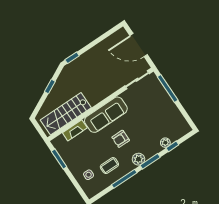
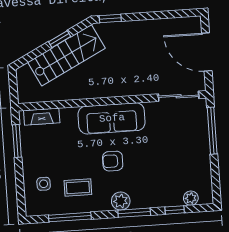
stairs: (66, 114) -> (66, 55), moved, turned 153
fireplace: (75, 130) -> (42, 117), moved
plant: (165, 143) -> (191, 198), moved
window: (124, 179) -> (70, 217), moved

